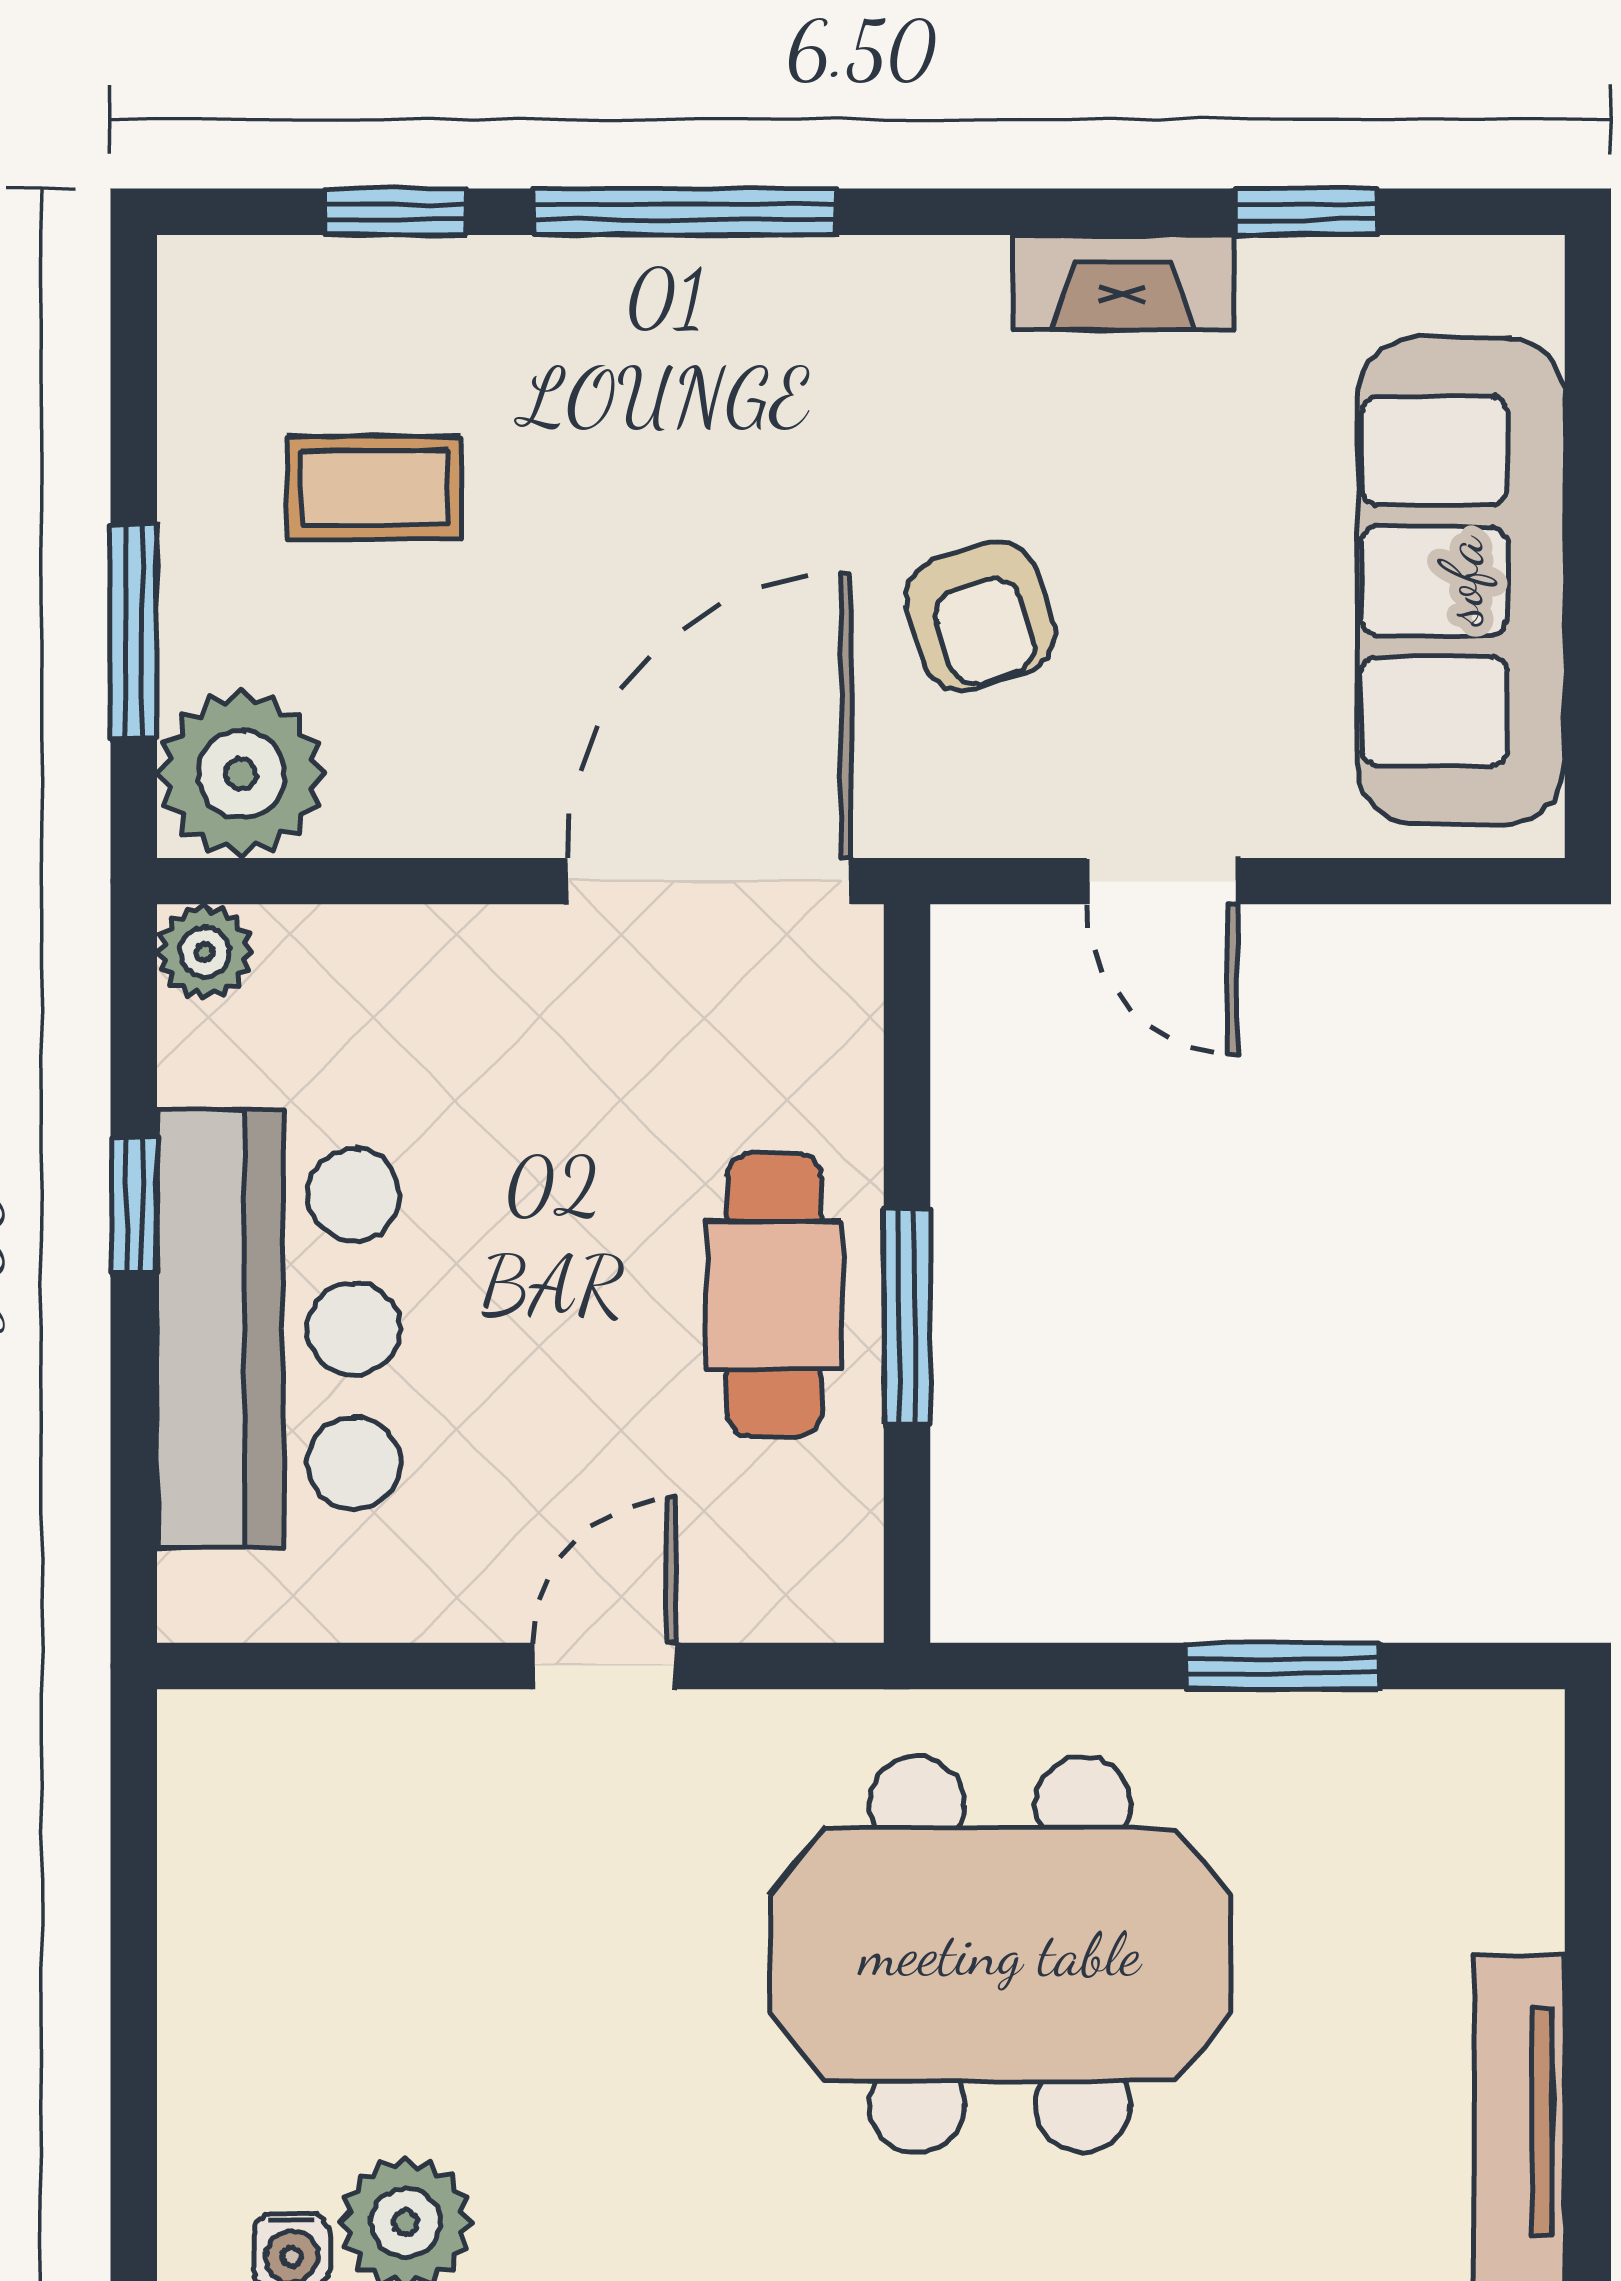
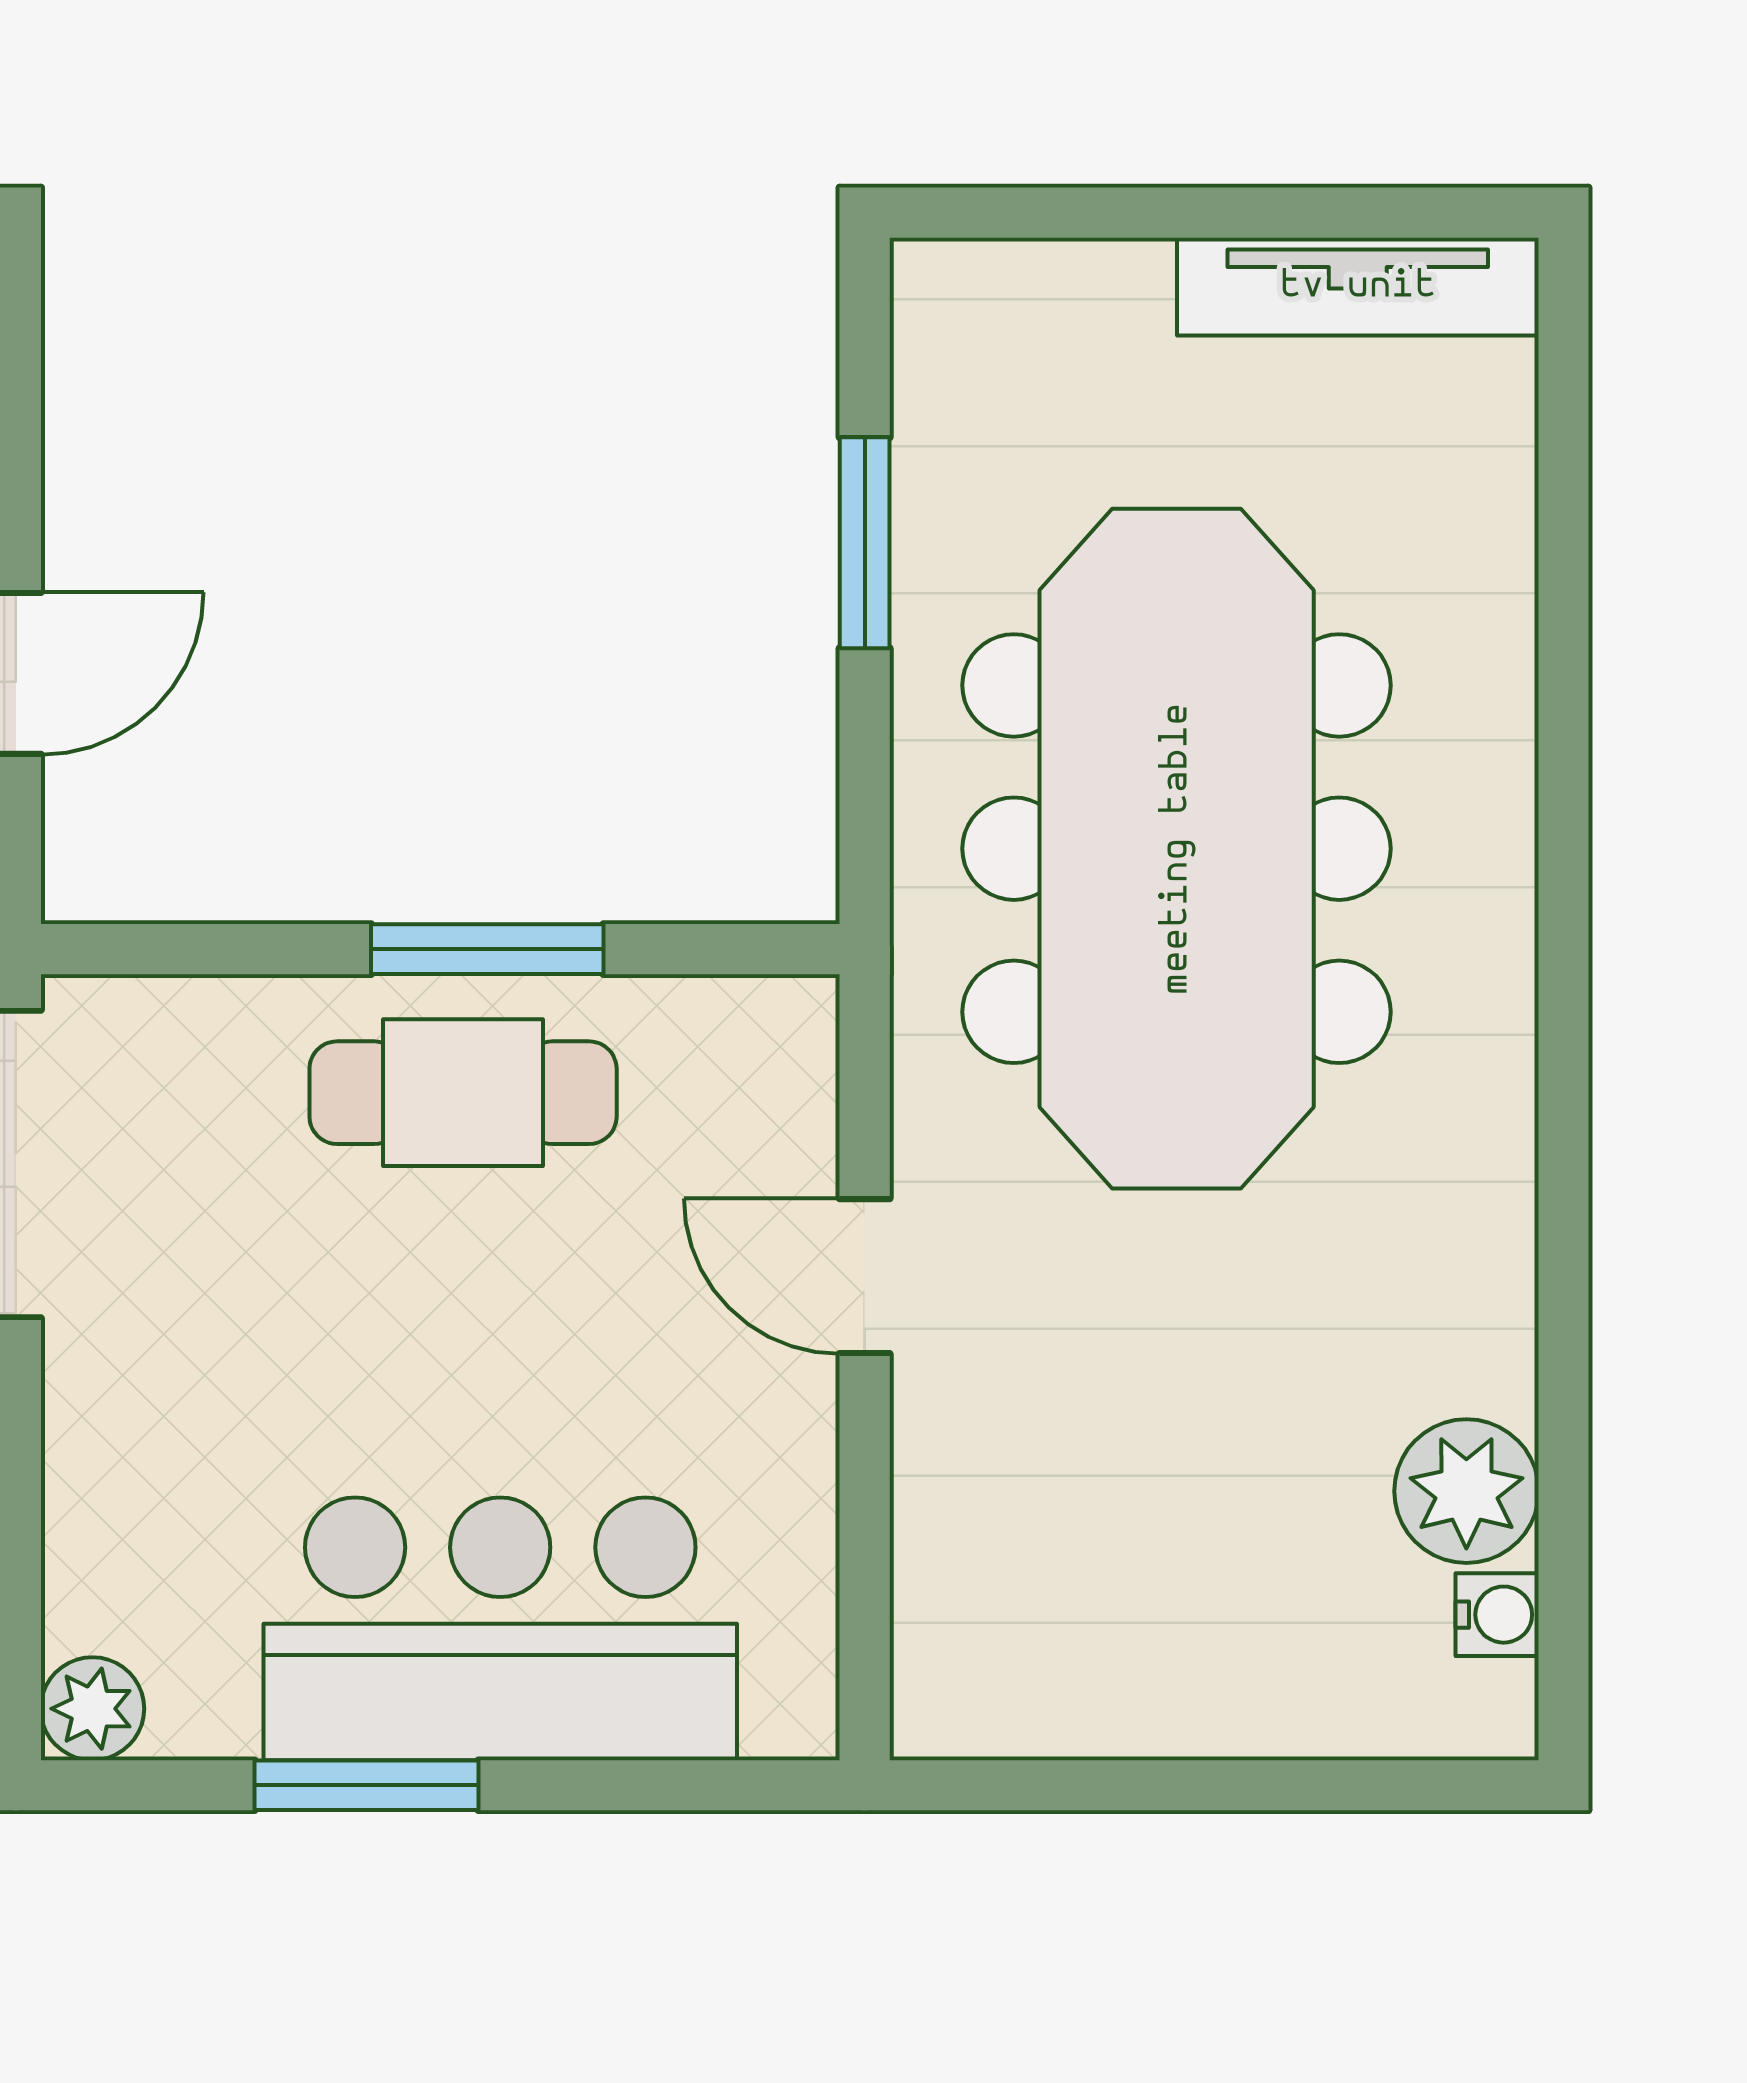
window: (134, 1205) -> (367, 1785), width x1.50
meeting table: (1000, 1954) -> (1177, 849), width x1.36

